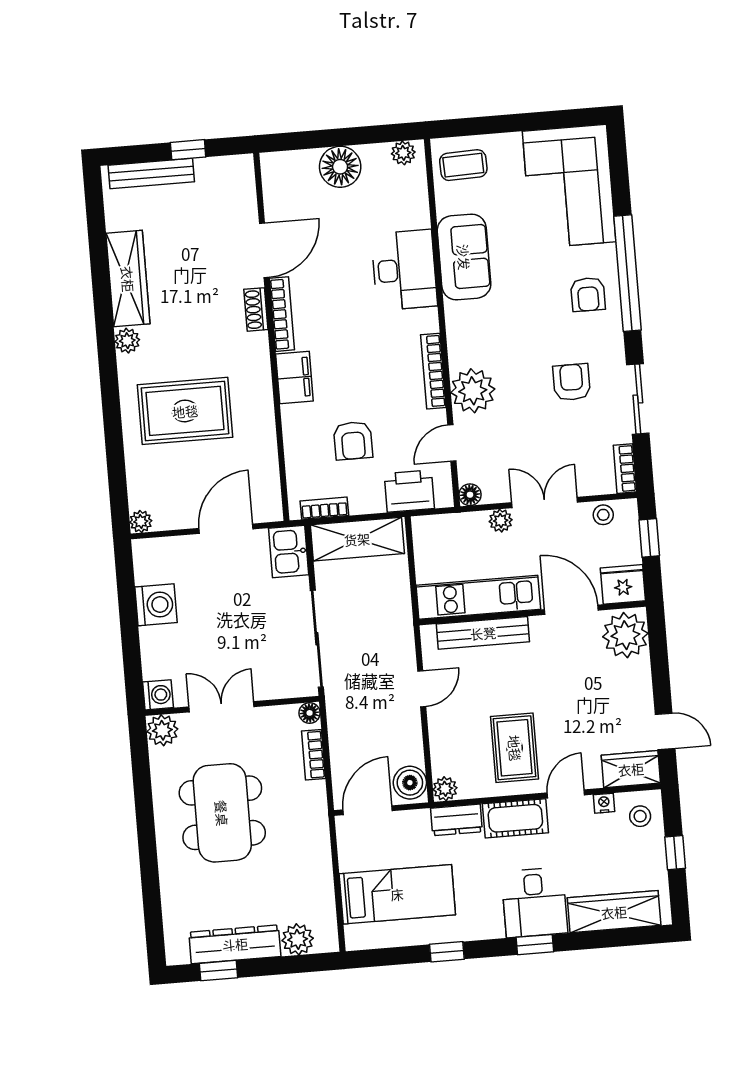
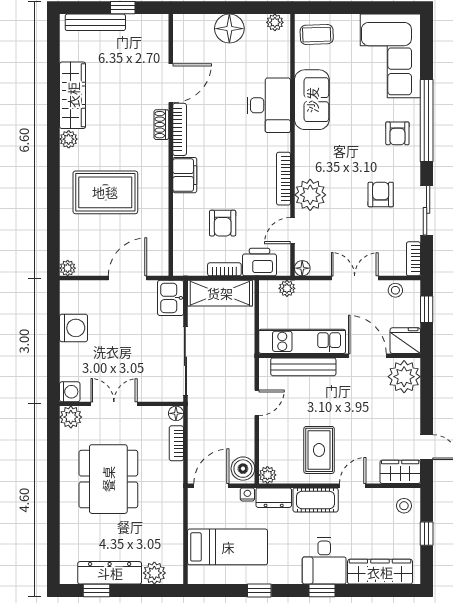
bookcase: (324, 508) -> (224, 269), moved
plant: (501, 521) -> (287, 288), moved
nightstand: (604, 803) -> (247, 494), moved

